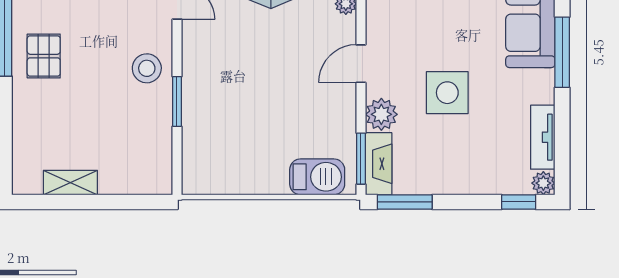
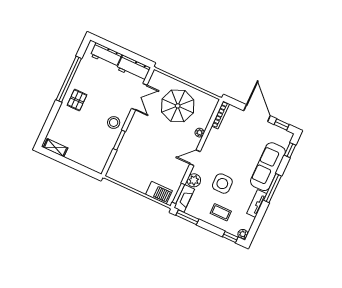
tv unit: (543, 137) -> (257, 203), moved
coffee table: (473, 157) -> (221, 212), added
shelving: (70, 183) -> (55, 148), moved

